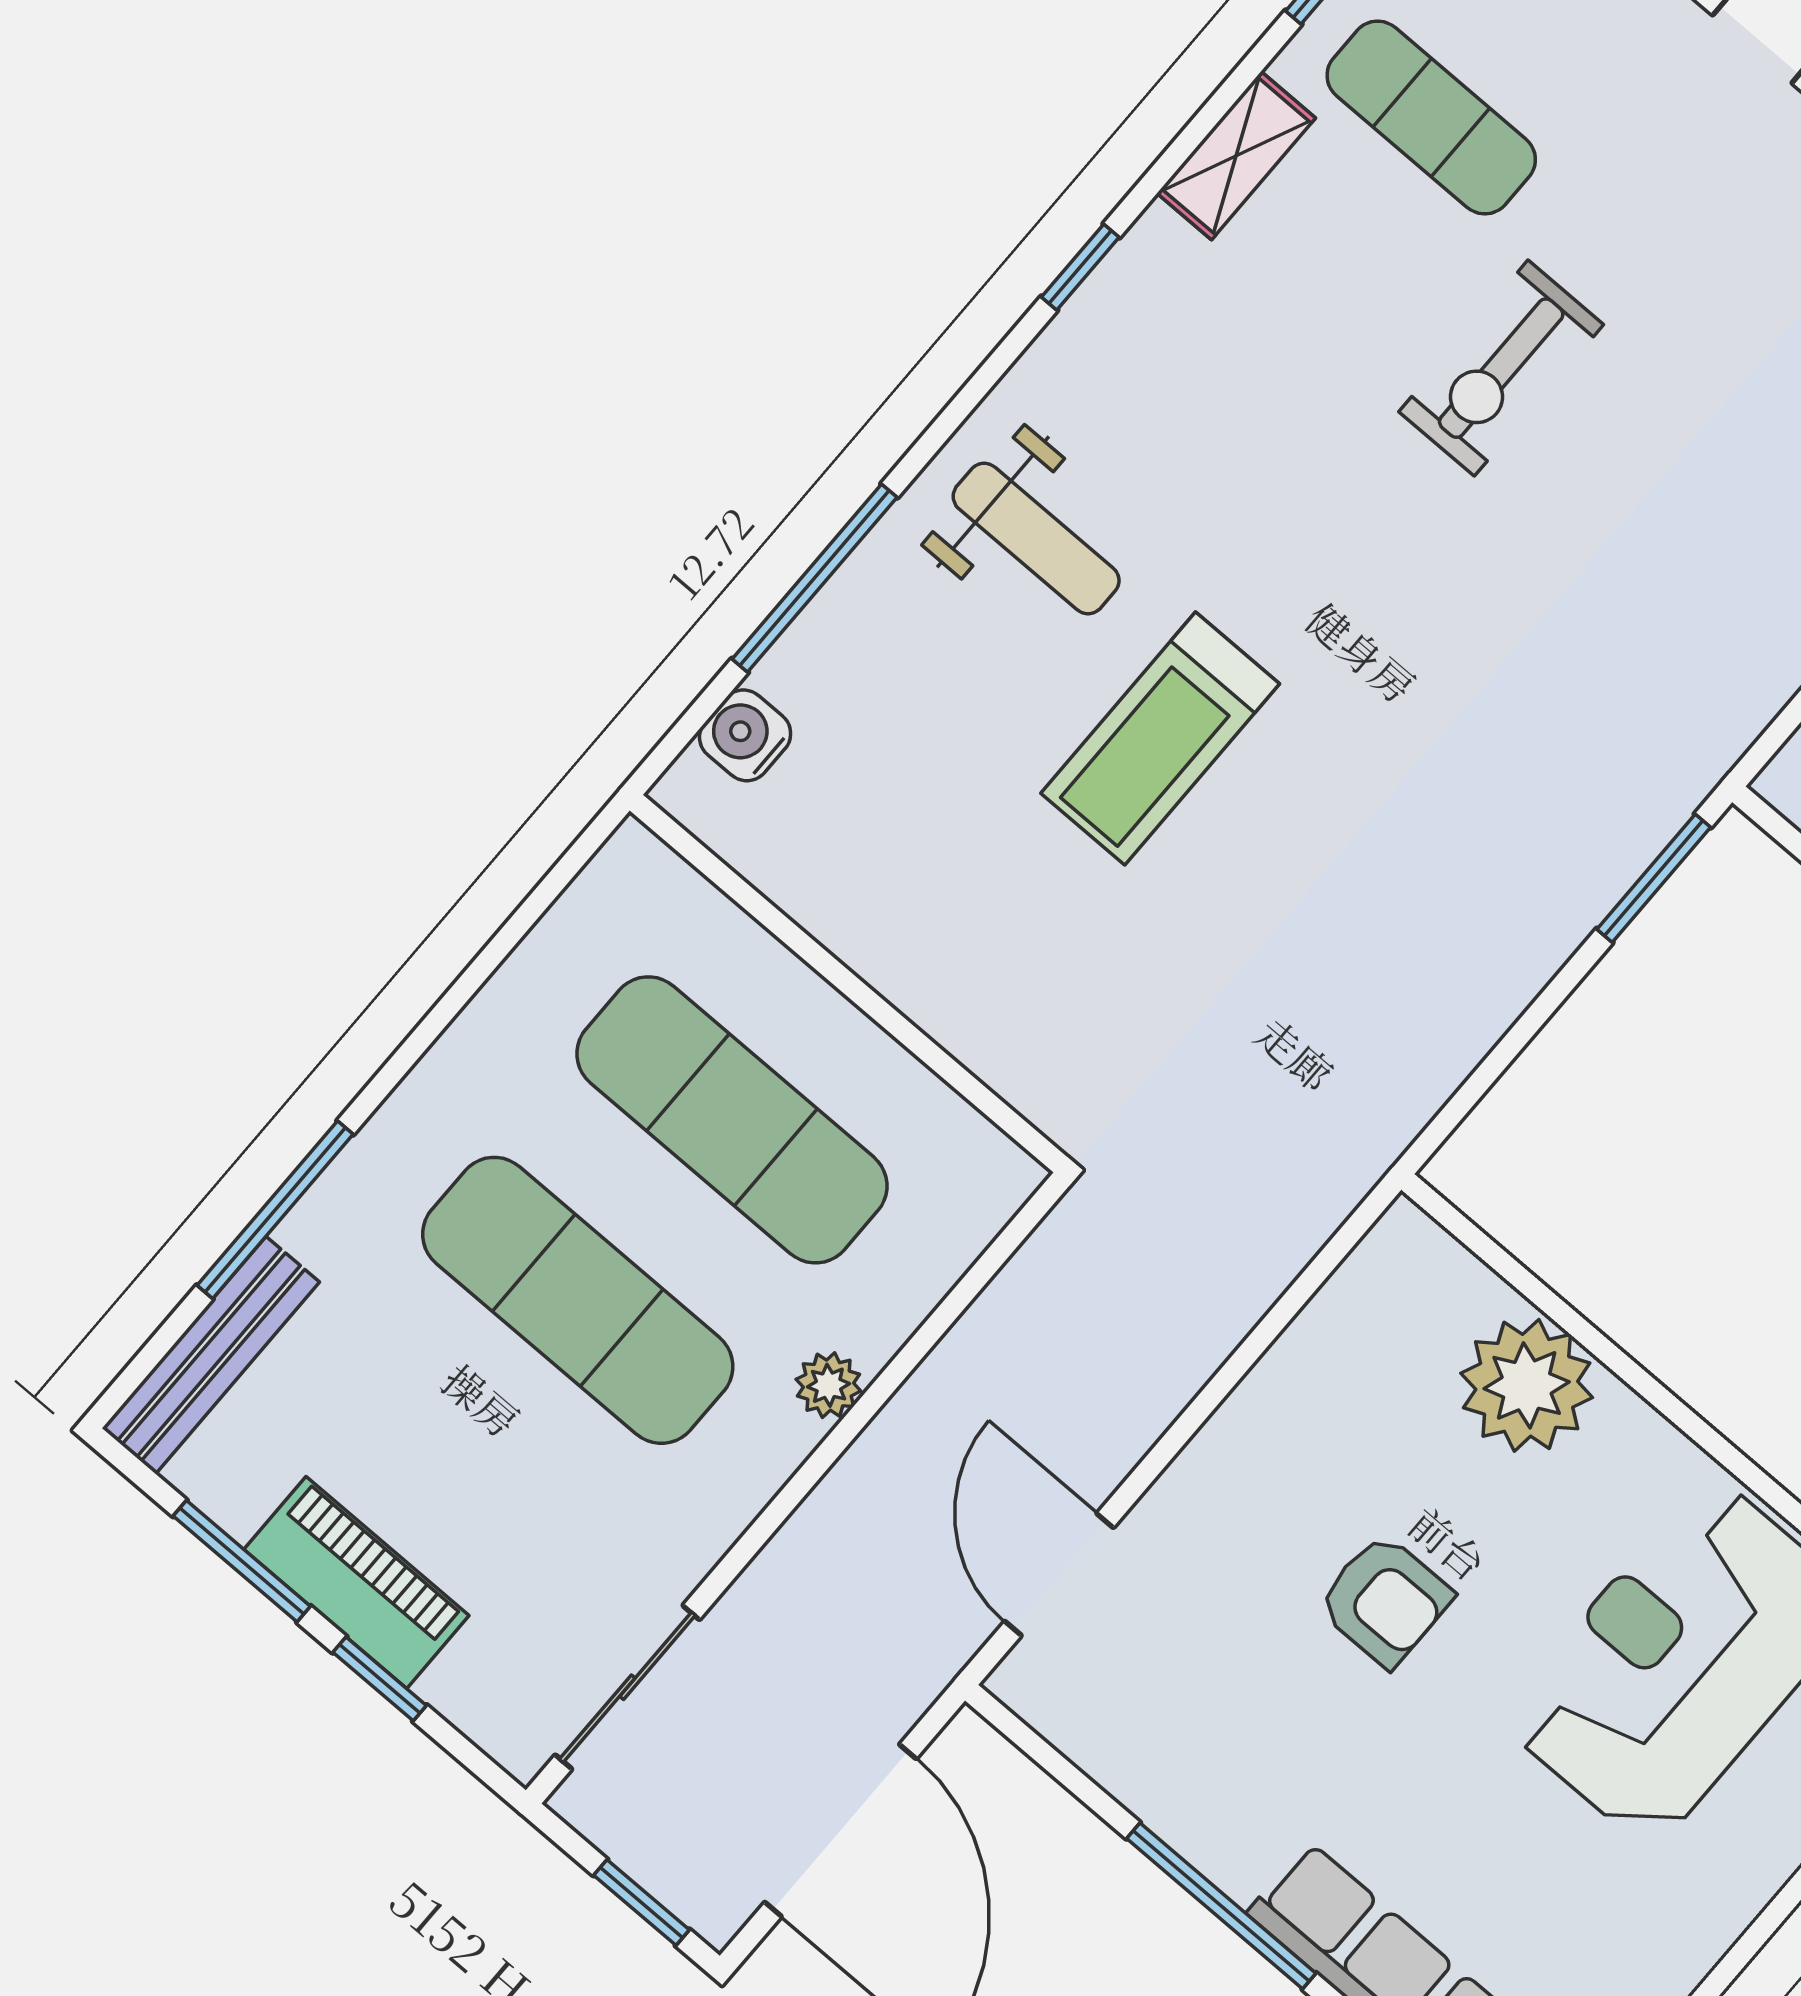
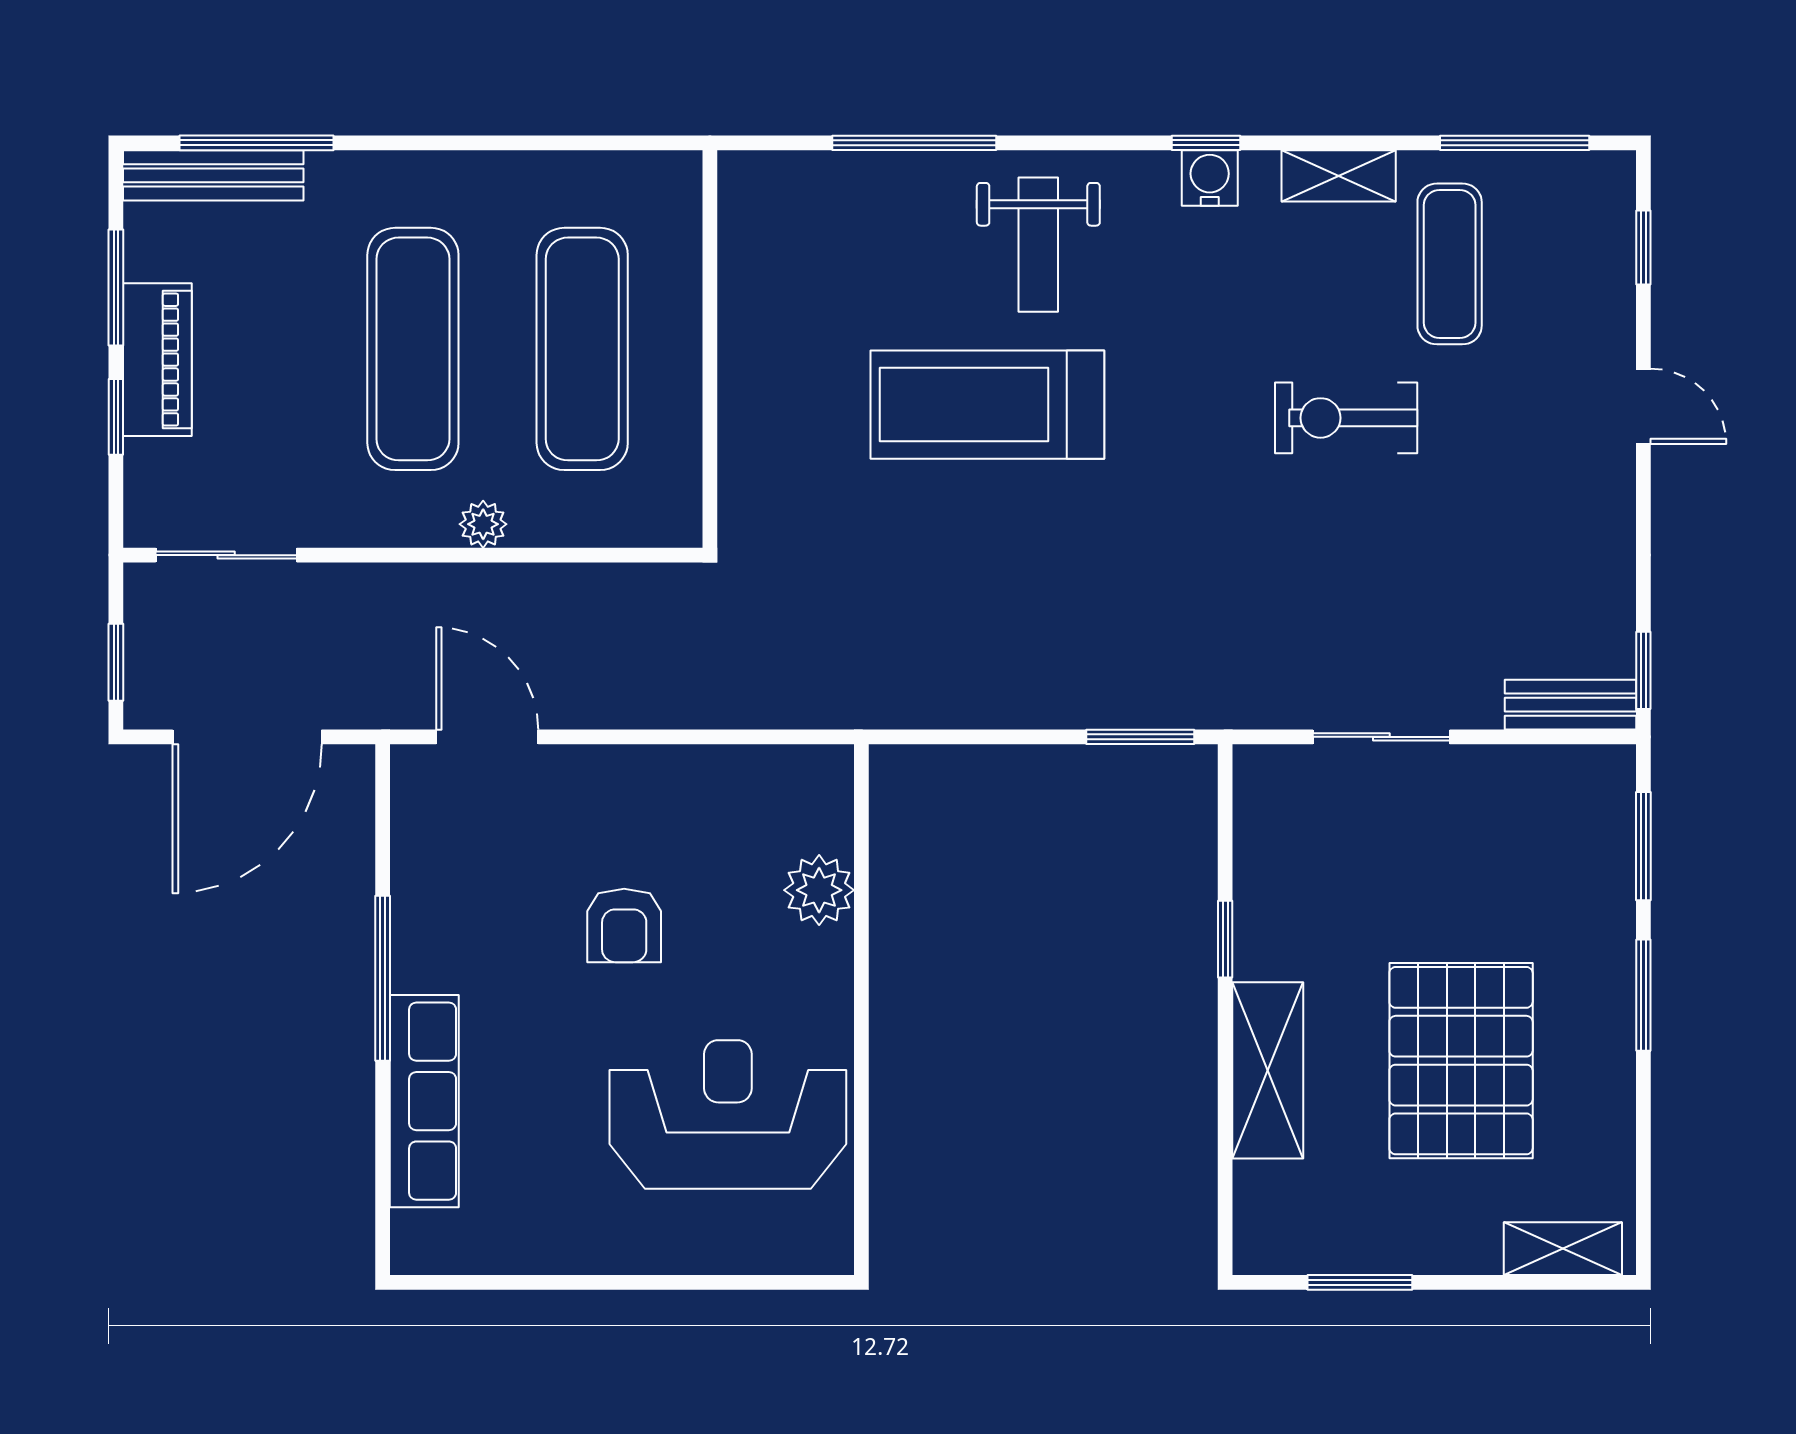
water cooler: (745, 735) -> (1210, 178), moved
treadmill: (1160, 739) -> (987, 405), width x1.37, depth x1.38
window: (275, 1210) -> (256, 143), moved
plant: (1527, 1385) -> (819, 890), width x0.73, depth x0.73
door: (1059, 1574) -> (487, 737), hinge flipped

